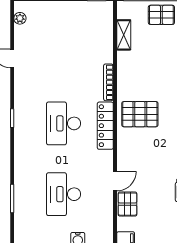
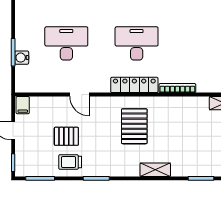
pallet: (140, 114) -> (134, 126), moved
pallet: (127, 204) -> (66, 136), moved

